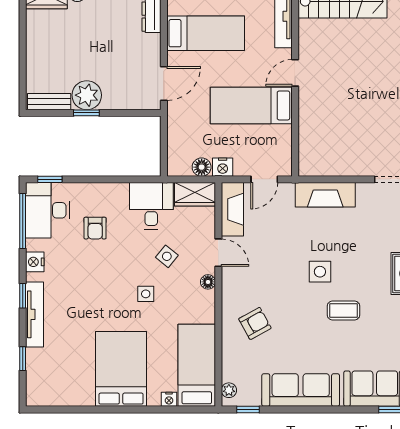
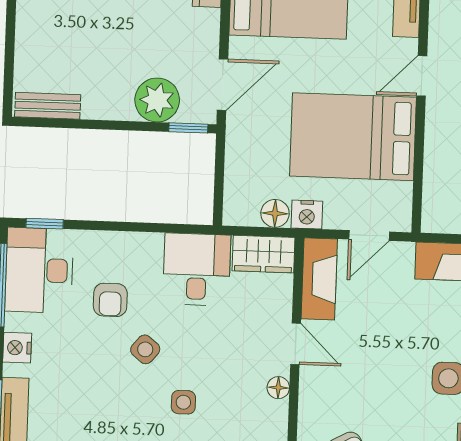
plant: (87, 95) -> (157, 100), moved
bed: (251, 105) -> (353, 137), width x1.50
window: (86, 113) -> (188, 128), moved
side table: (167, 256) -> (145, 349), moved

